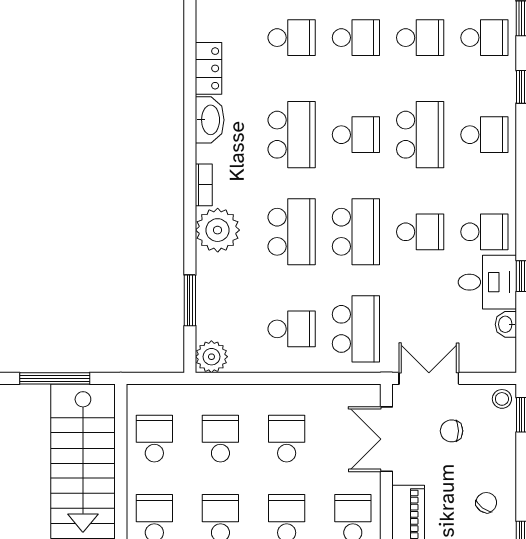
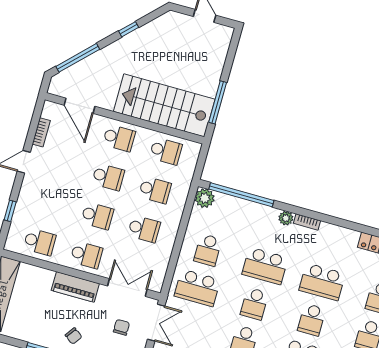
washbasin: (210, 120) -> (344, 236), removed
plant: (218, 230) -> (286, 218), width x0.53, depth x0.53
school desk: (356, 232) -> (254, 304), width x0.54
window: (190, 300) -> (241, 195), width x2.11

